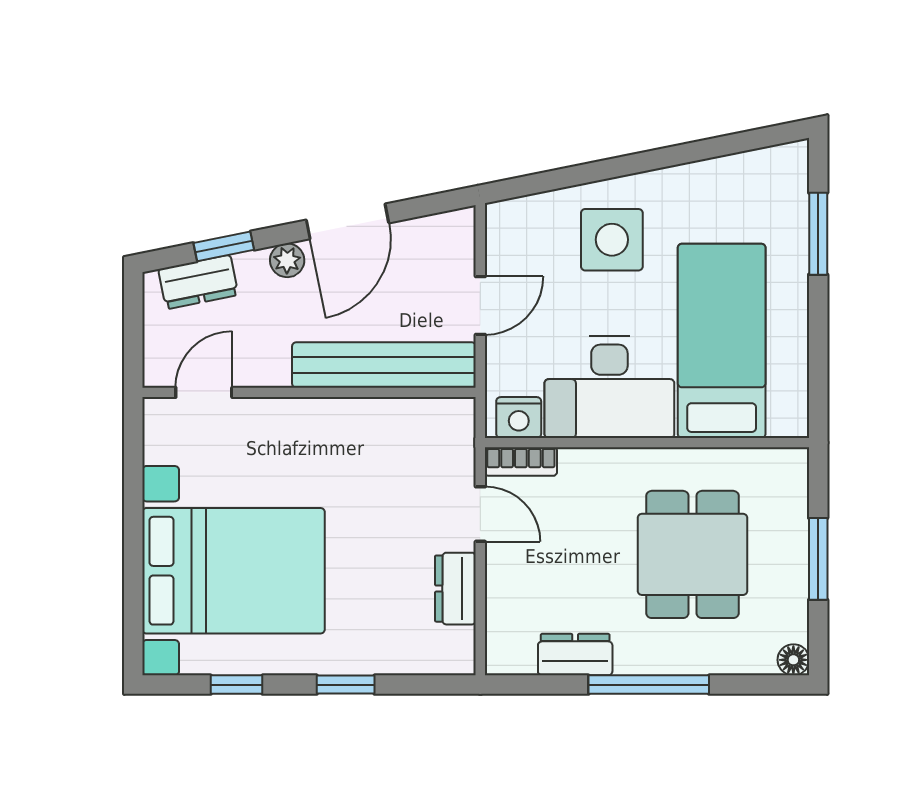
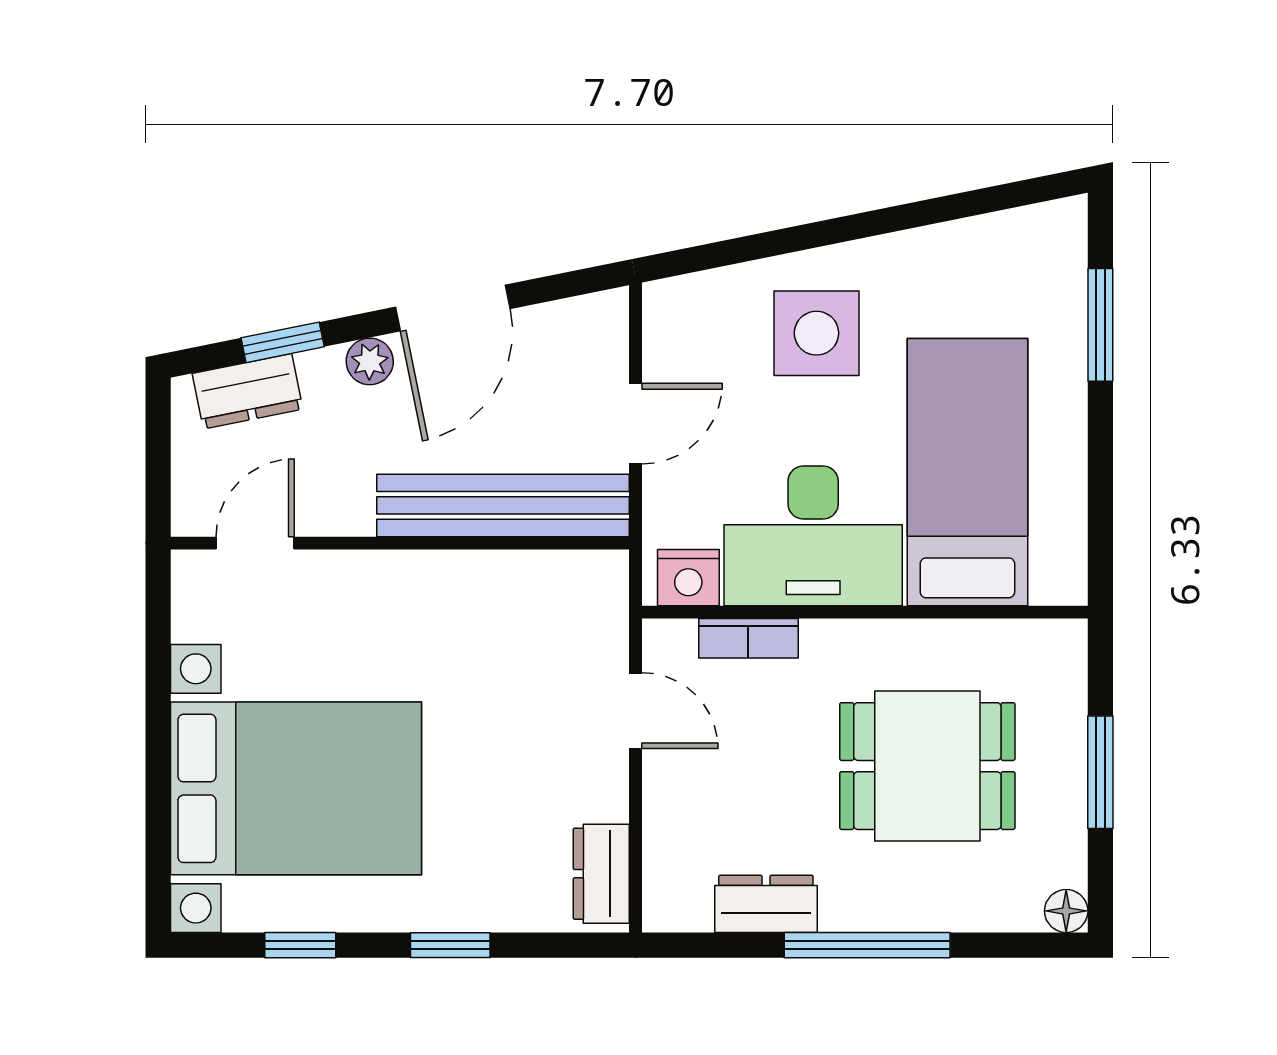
bookcase: (521, 462) -> (748, 638), moved
dining table: (692, 554) -> (927, 766), turned 90
dresser: (455, 589) -> (601, 874), moved

